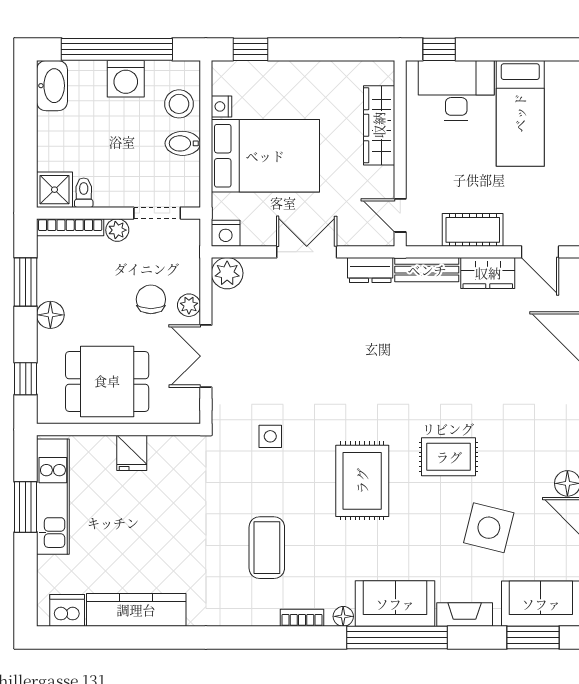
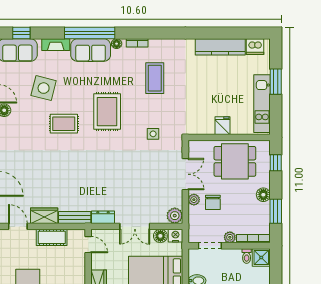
floor lamp: (256, 233) -> (160, 236), added
window: (26, 507) -> (276, 82), moved
window: (533, 638) -> (21, 33), width x0.67

